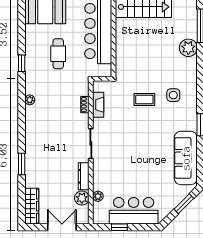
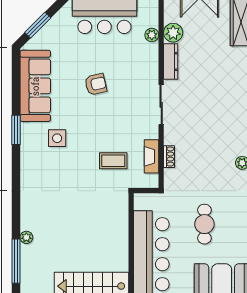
plant: (188, 48) -> (26, 237), width x0.53, depth x0.53
side table: (173, 95) -> (57, 138), moved
coffee table: (144, 100) -> (113, 161), moved
armchair: (140, 159) -> (96, 84), added

